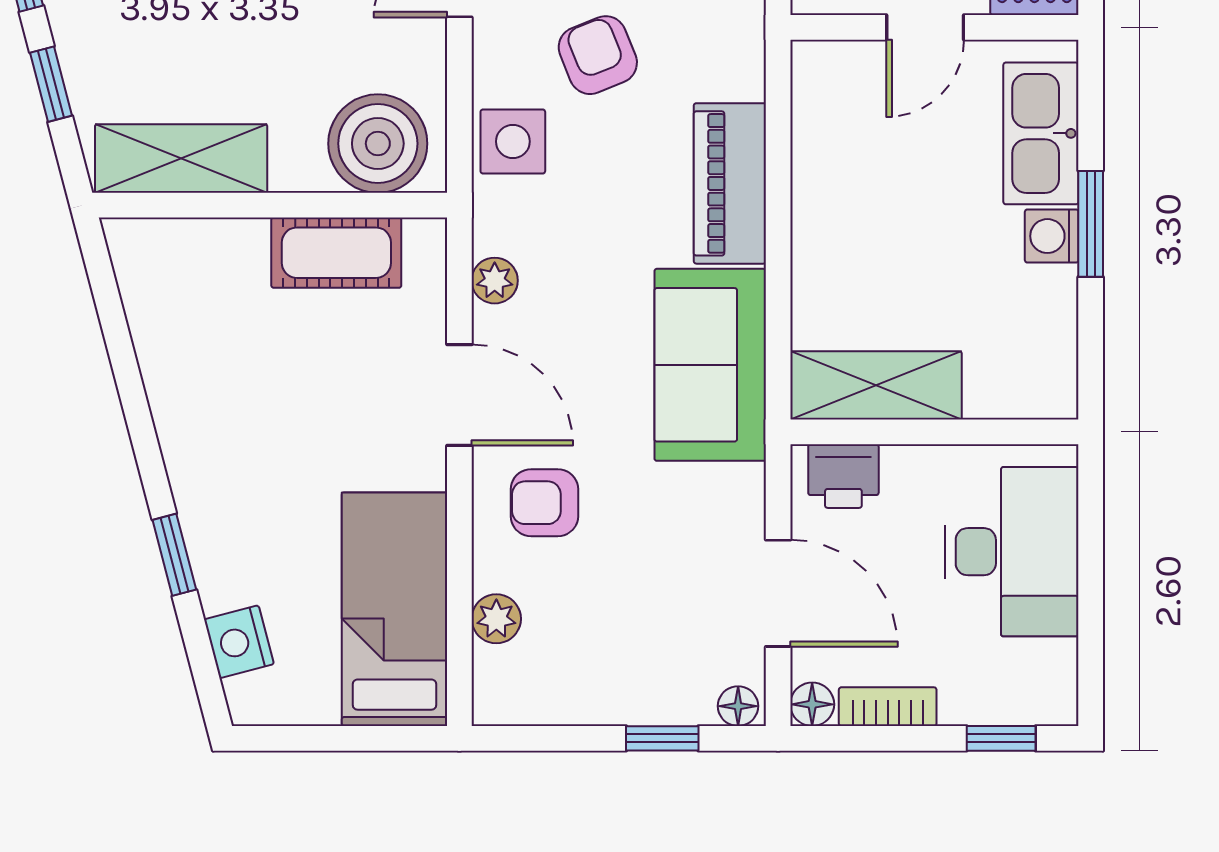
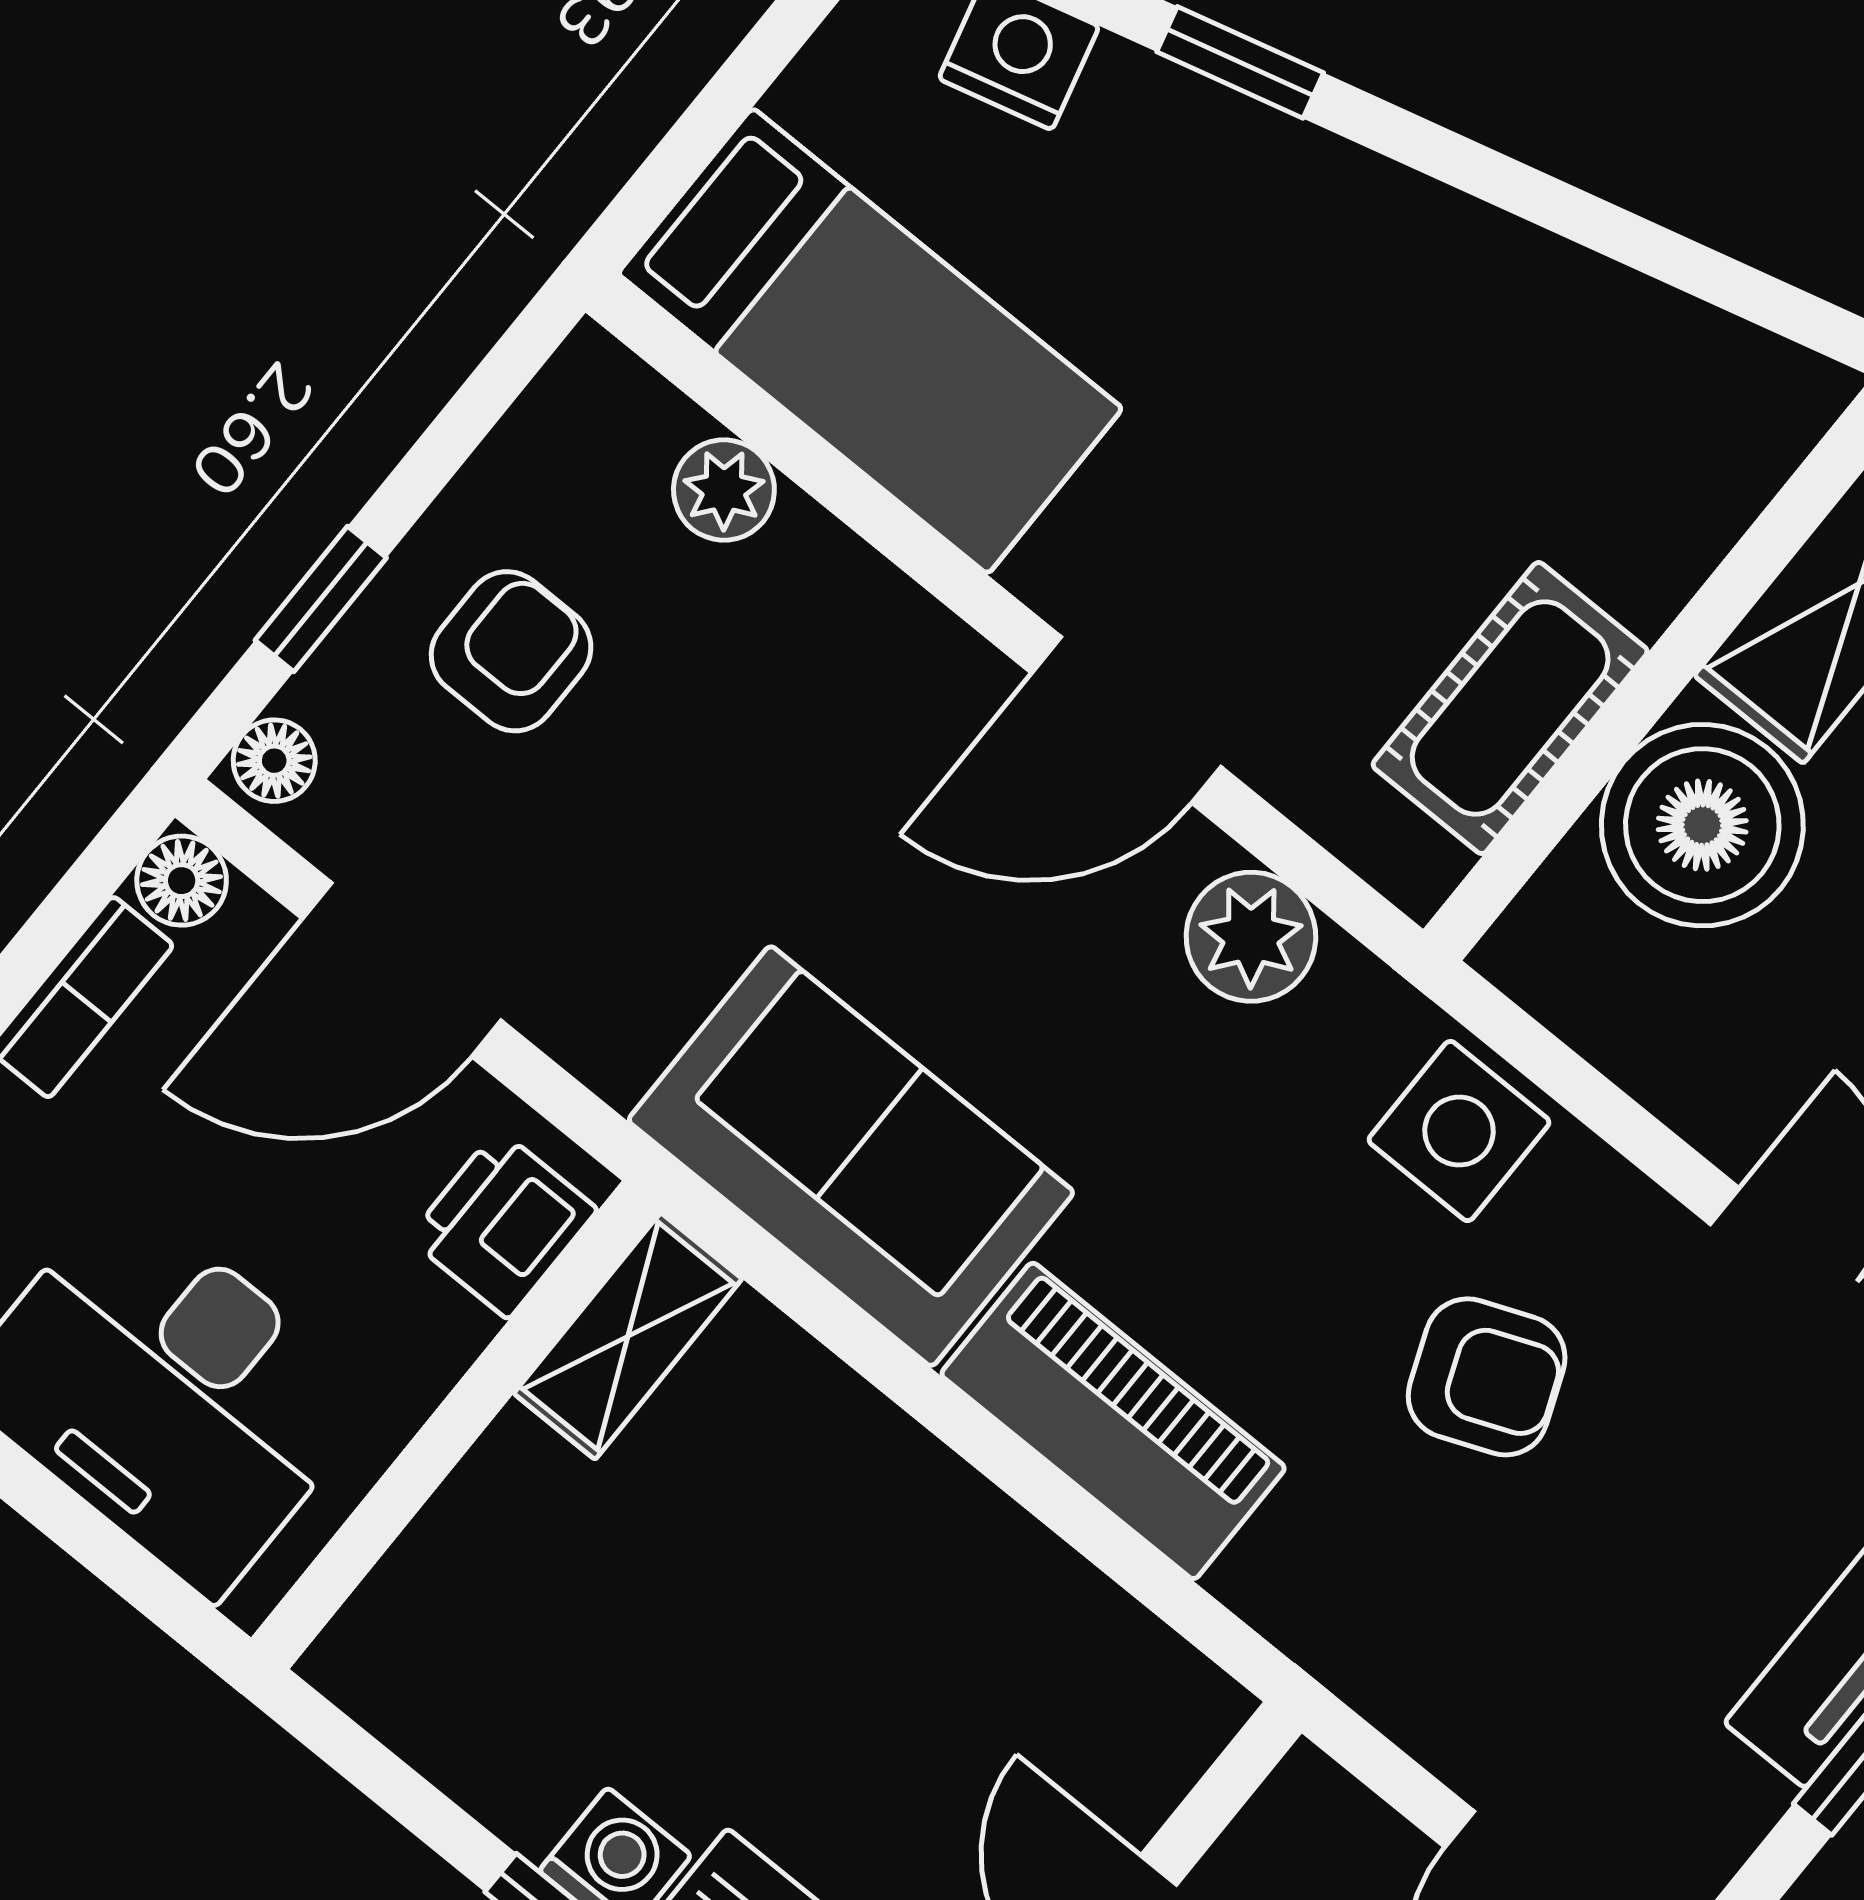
boiler: (378, 144) -> (1702, 825), moved
plant: (495, 281) -> (1251, 937), width x1.38, depth x1.38
shelving: (876, 385) -> (628, 1336), width x0.67, depth x0.75
armchair: (544, 503) -> (511, 651), moved

